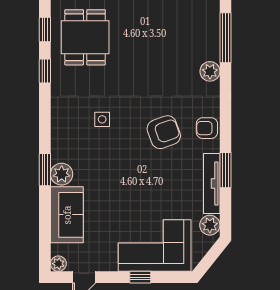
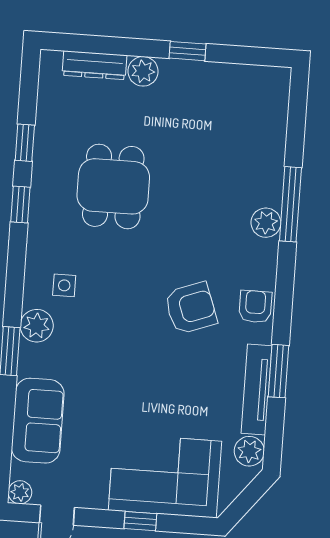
dining table: (85, 37) -> (113, 186), moved
window: (226, 38) -> (290, 204), moved
side table: (102, 119) -> (64, 285), moved
armchair: (207, 128) -> (255, 307), turned 90
plant: (62, 174) -> (37, 326), moved

